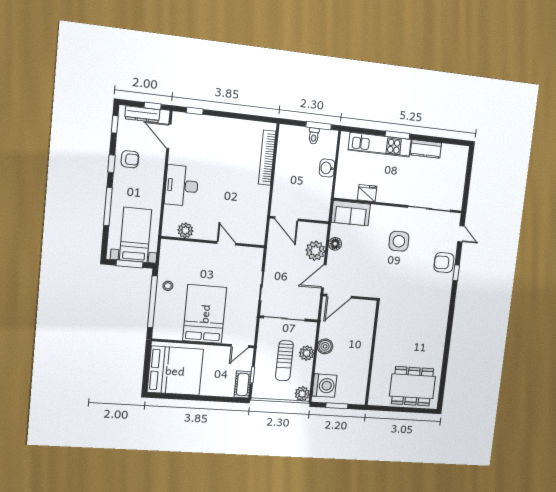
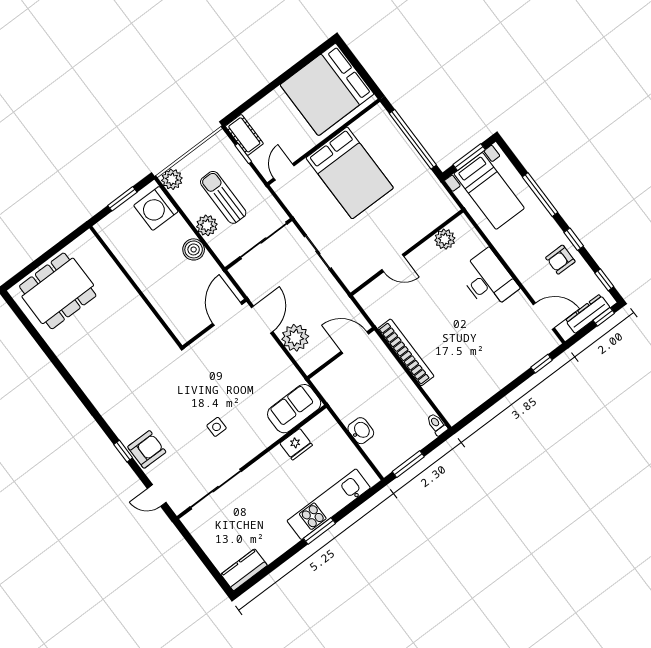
window: (153, 106) -> (604, 317), moved
toilet: (314, 136) -> (437, 424), moved
kitchen counter: (426, 149) -> (244, 570), moved
bookcase: (267, 158) -> (406, 352), moved
side table: (399, 241) -> (217, 427), width x0.54, depth x0.54
floor lamp: (335, 244) -> (281, 363), removed
stool: (168, 286) -> (412, 169), removed

